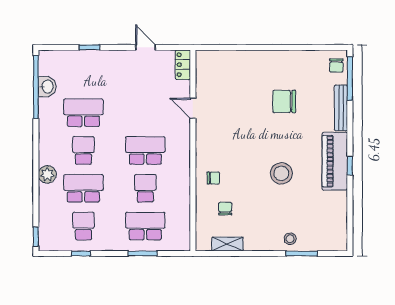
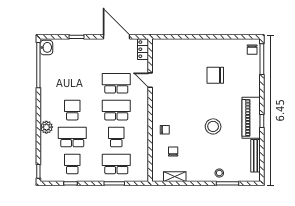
door: (146, 47) -> (116, 37), width x1.88
washbasin: (47, 87) -> (46, 47), moved
bench: (341, 108) -> (255, 156), moved
school desk: (83, 113) -> (116, 83), moved

